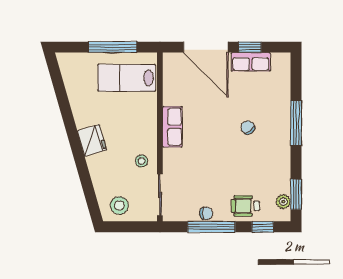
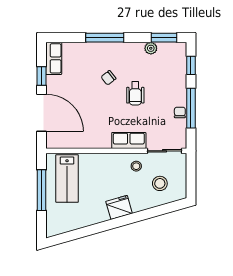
door: (206, 47) -> (41, 113), hinge flipped
row of seats: (251, 62) -> (54, 58), moved
row of seats: (172, 127) -> (129, 141), moved
plant: (283, 202) -> (151, 48), moved
stool: (119, 205) -> (160, 183), moved
wheelchair: (245, 206) -> (135, 93), moved

